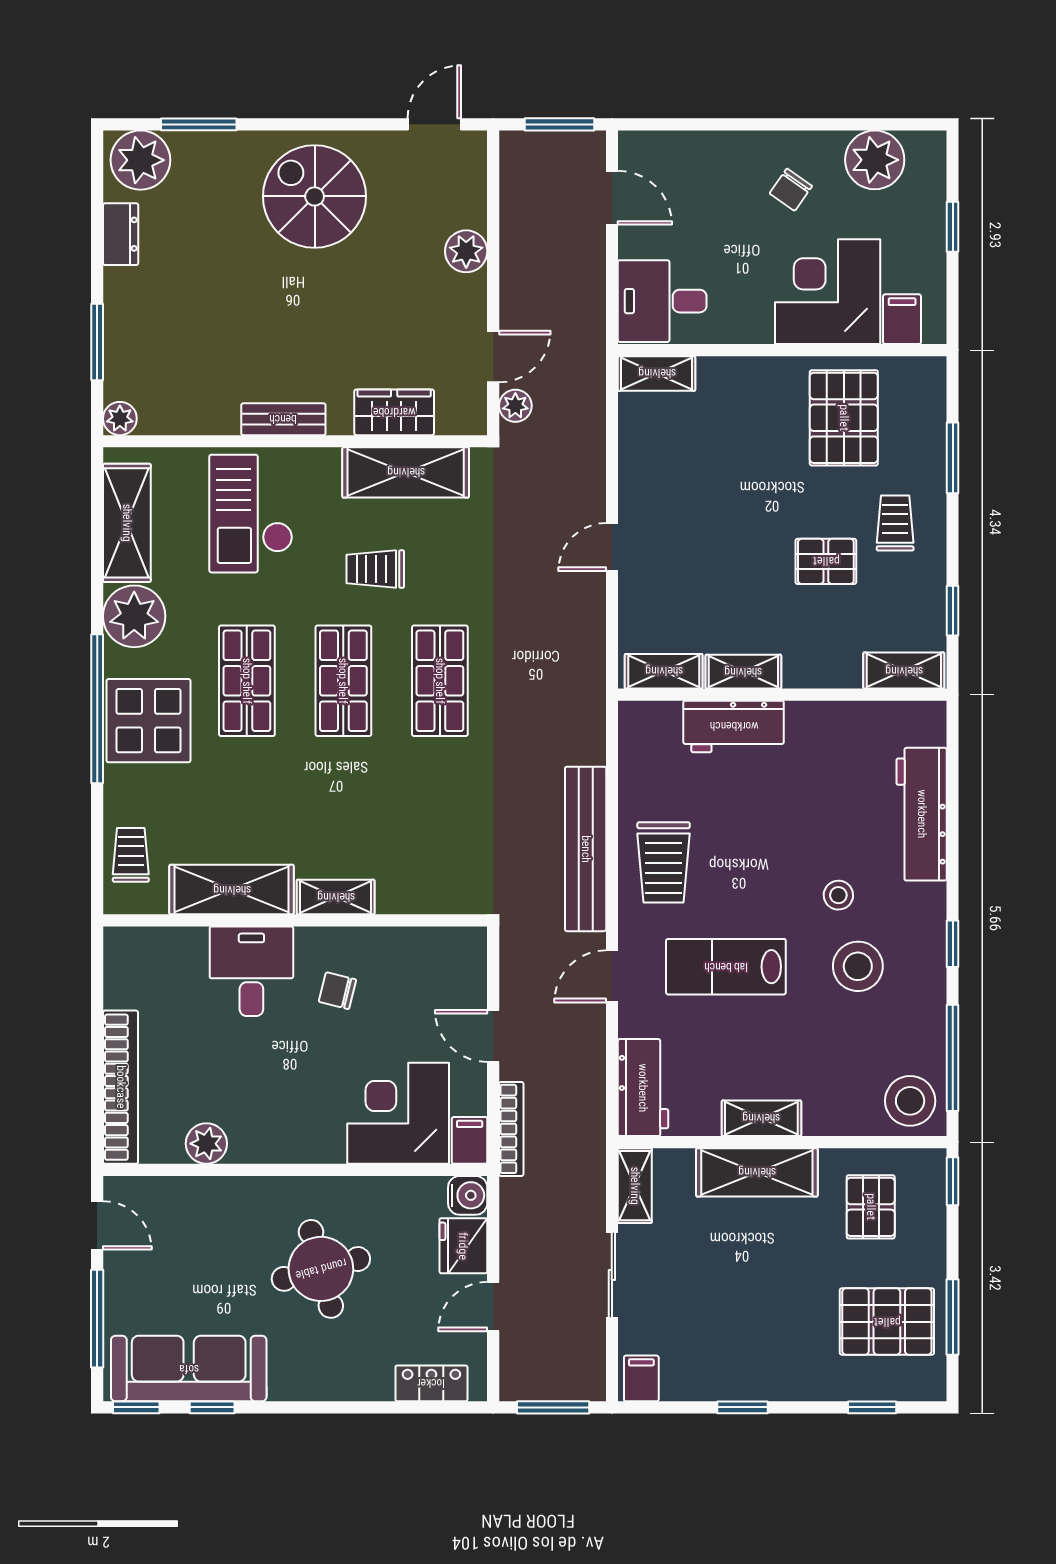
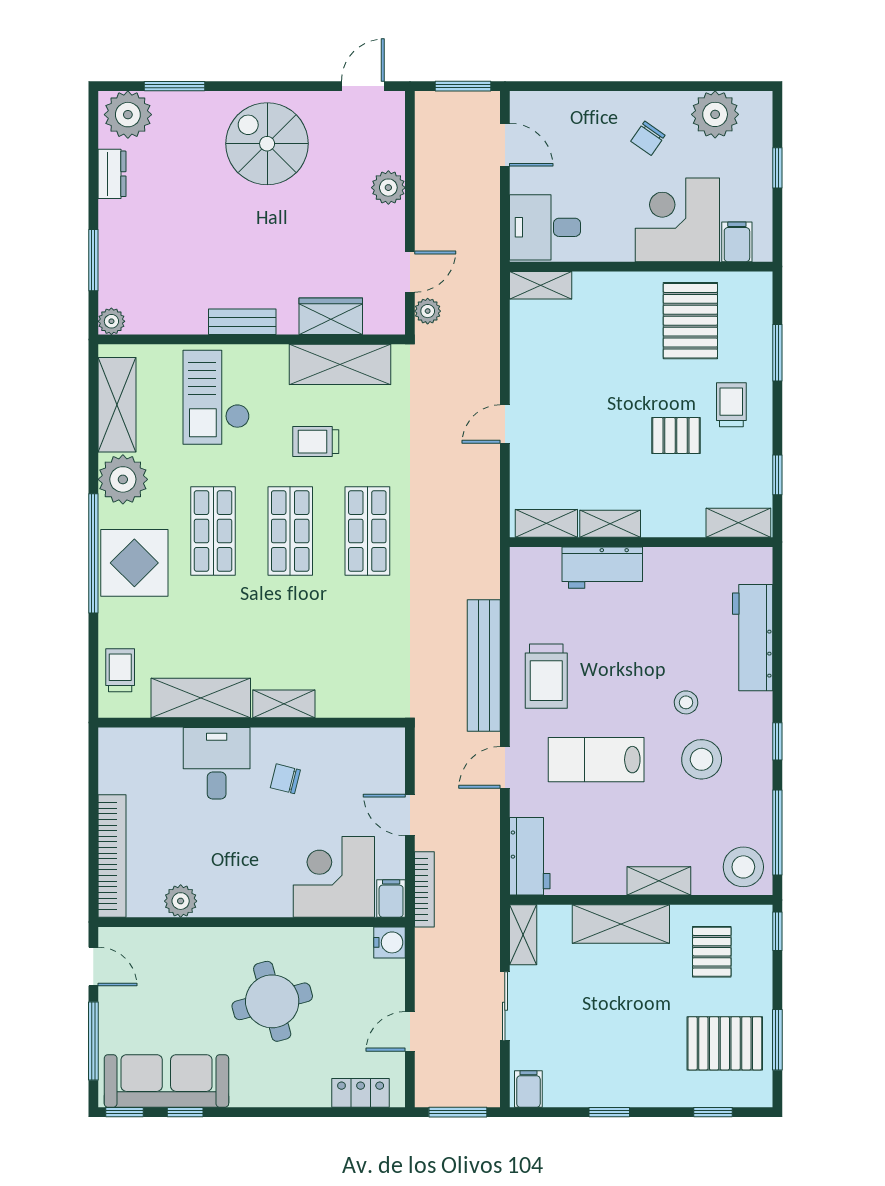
shelving: (761, 1118) -> (659, 881), moved
fridge: (463, 1246) -> (386, 983), removed

